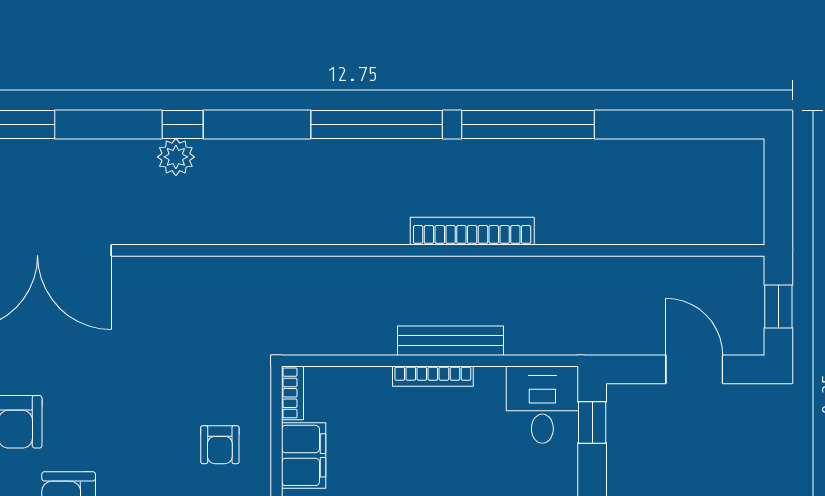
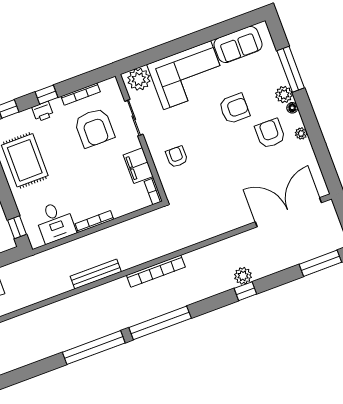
bookcase: (472, 231) -> (156, 271), moved
bench: (450, 341) -> (96, 274), moved
desk: (542, 405) -> (55, 222), moved

